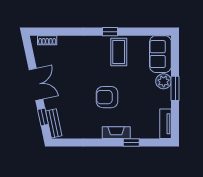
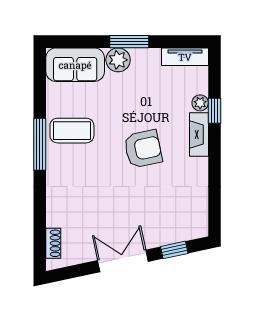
window: (110, 32) -> (40, 144), width x2.17
armchair: (107, 97) -> (143, 149), turned -102
bench: (54, 123) -> (184, 233), removed
plant: (136, 133) -> (200, 103), added

